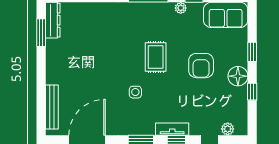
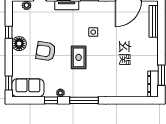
window: (252, 52) -> (9, 83), moved
armchair: (201, 66) -> (46, 51), turned -81

